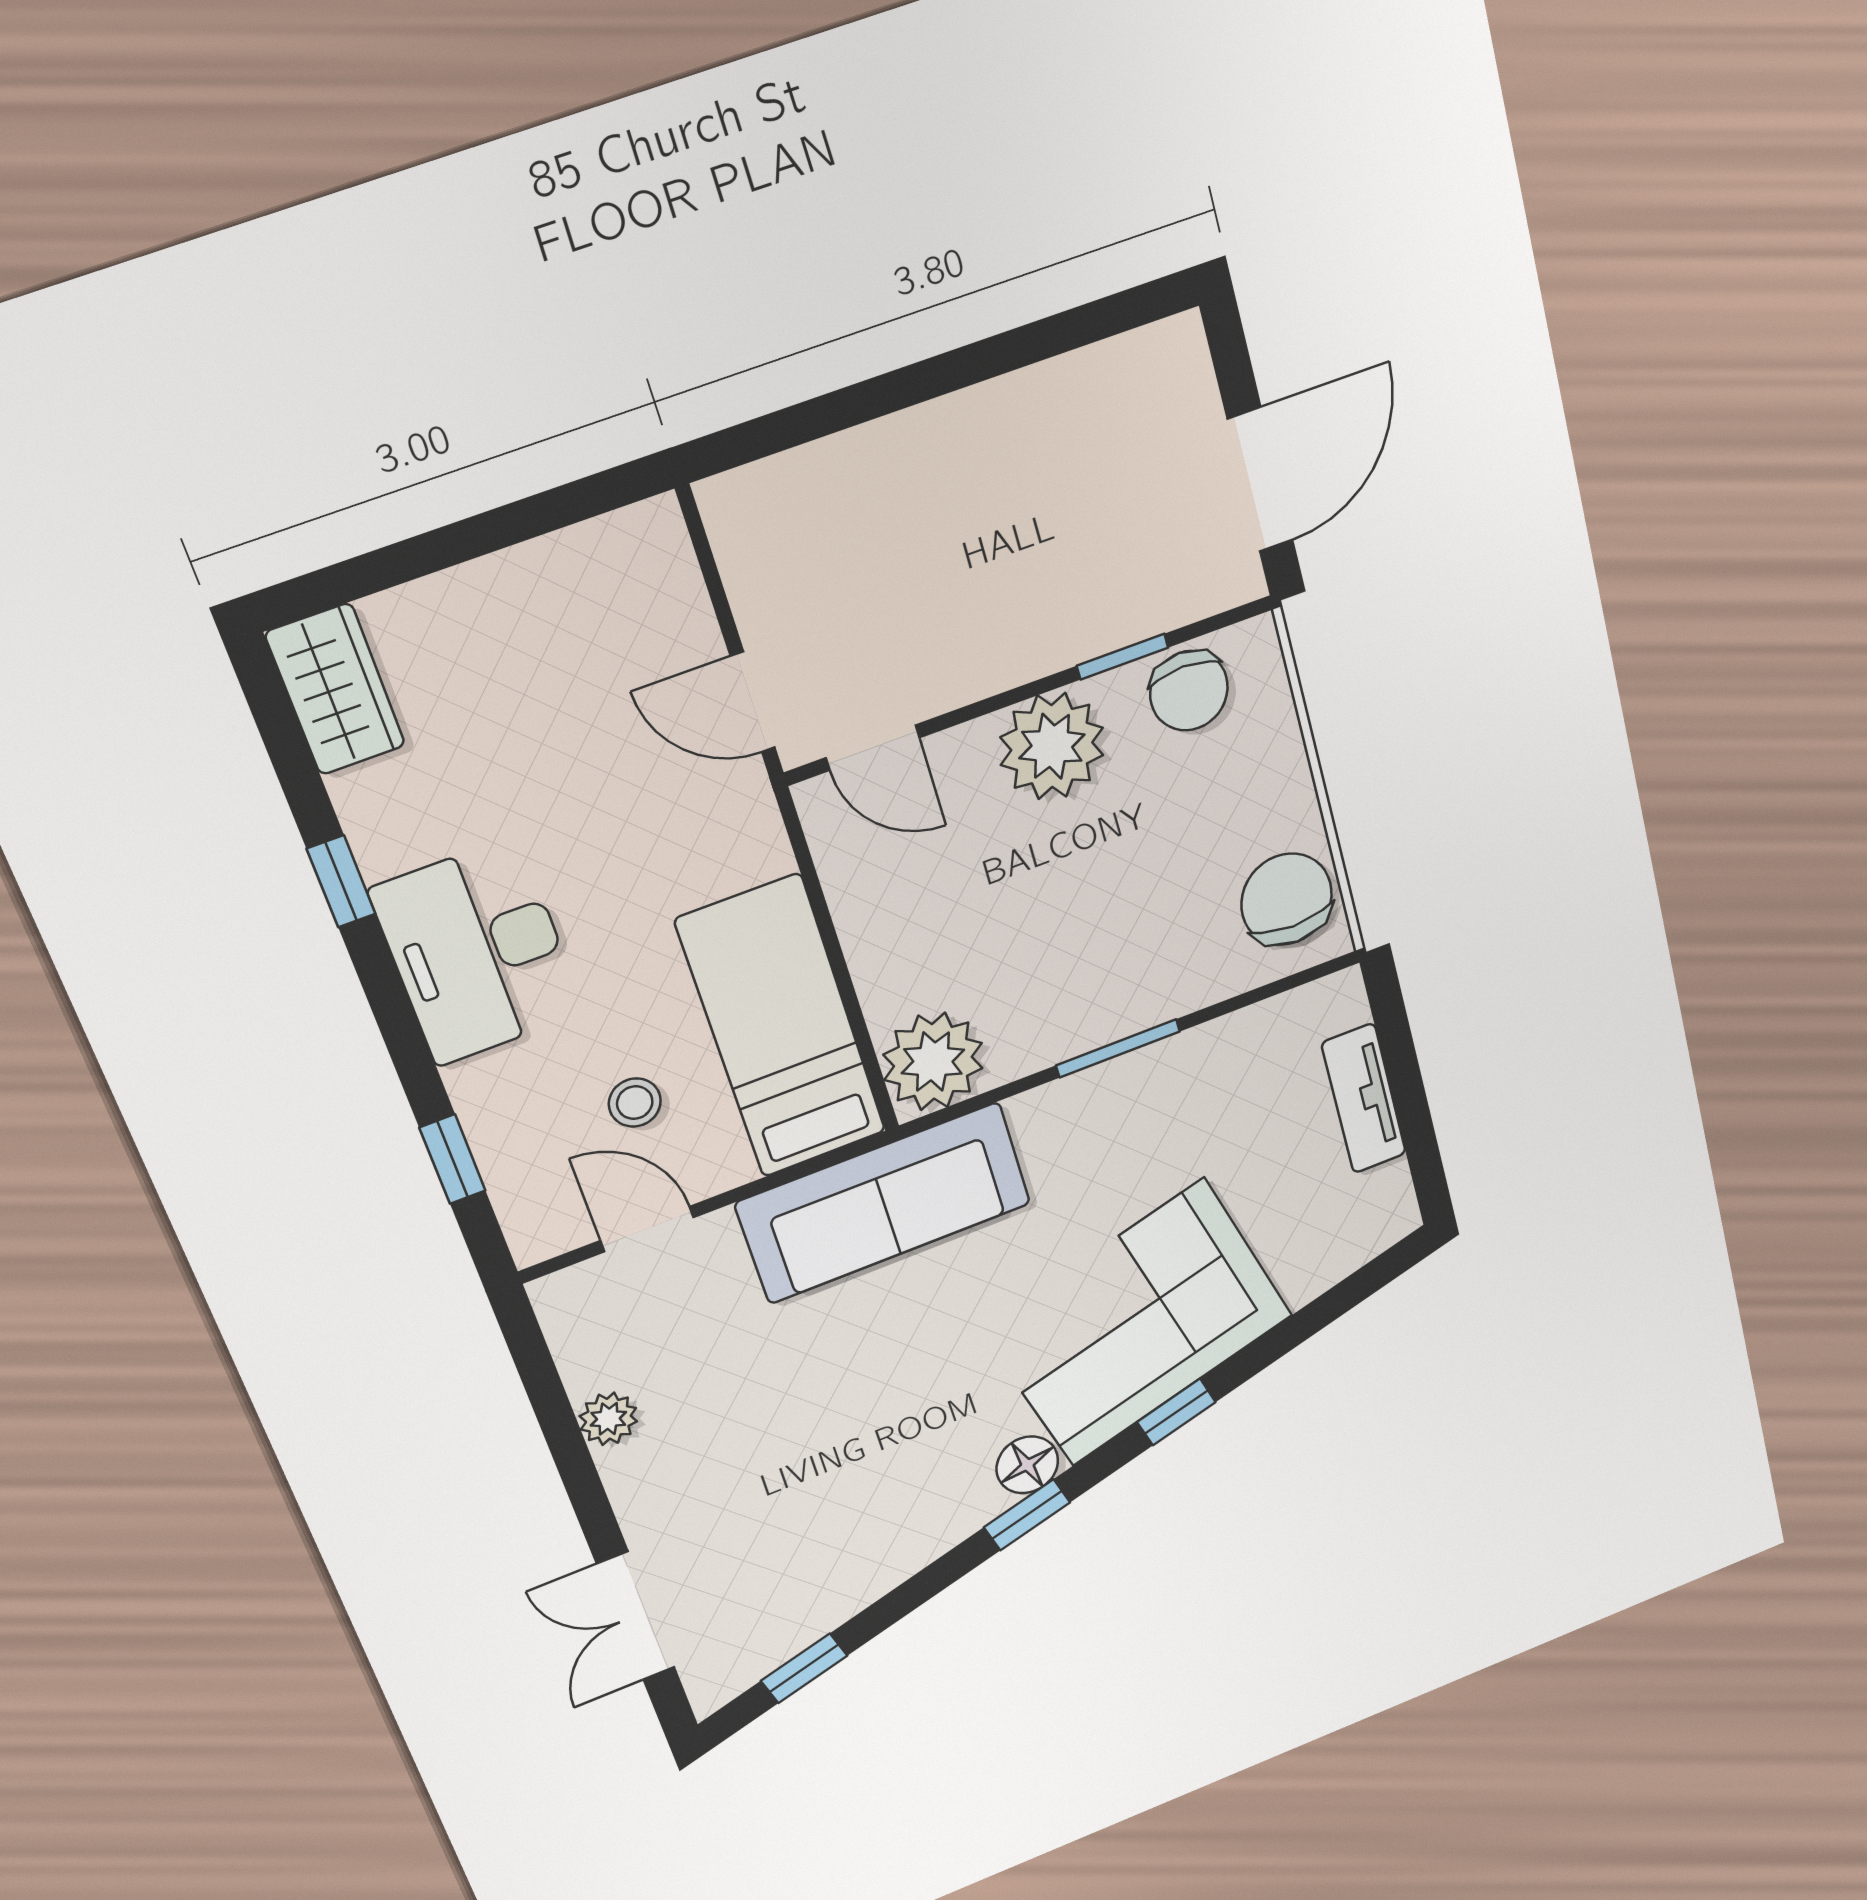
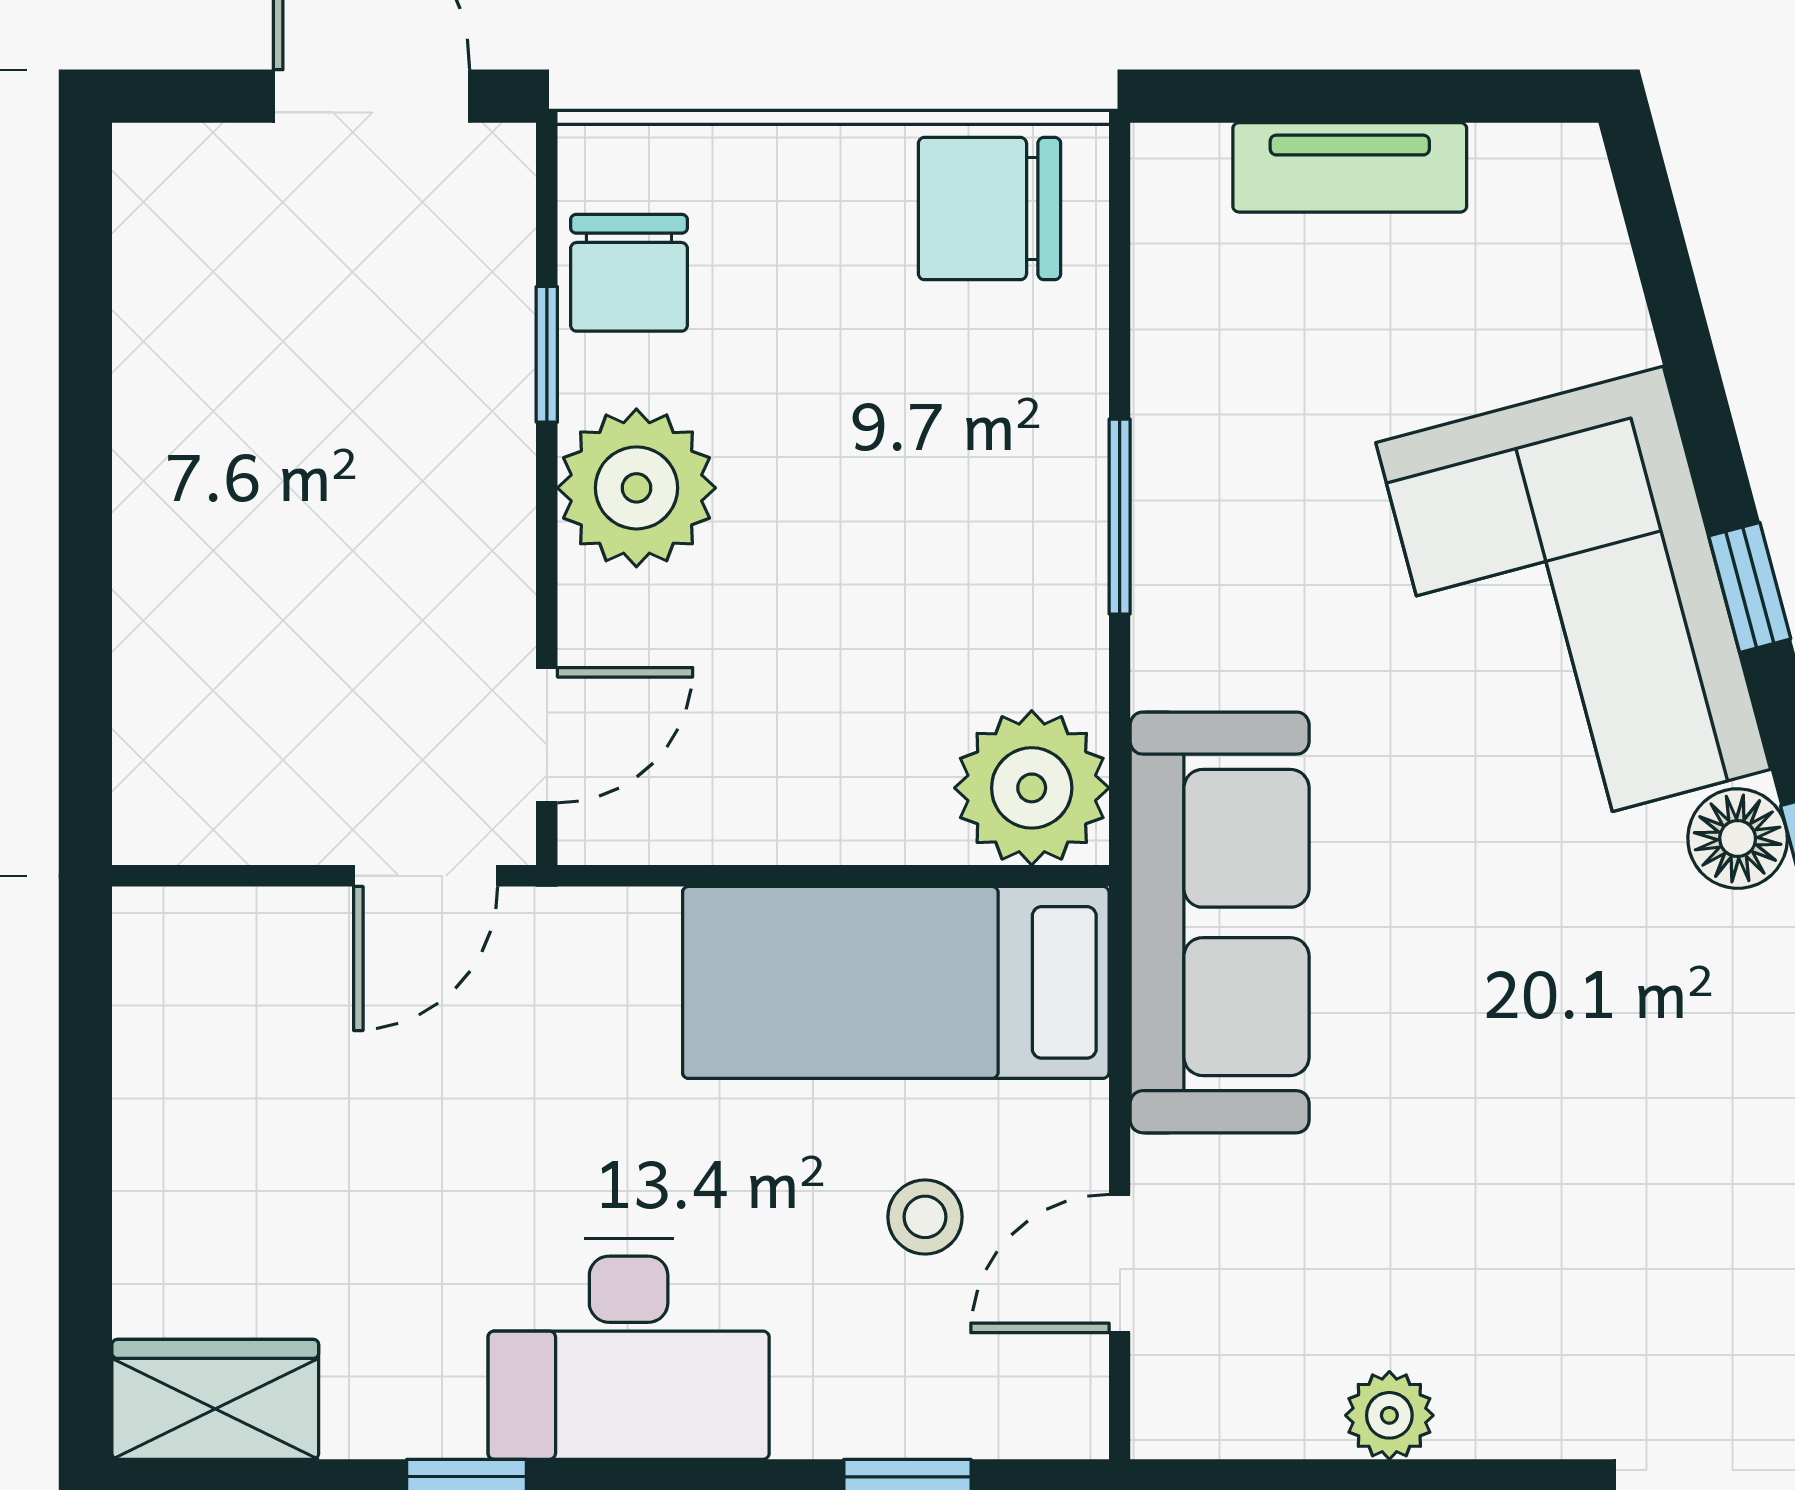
chair: (1189, 691) -> (629, 273), turned 90

